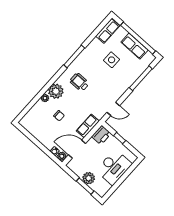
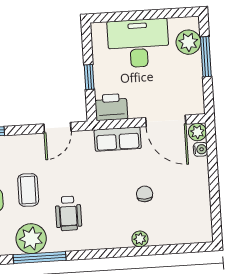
coffee table: (102, 76) -> (28, 190), added
plant: (56, 91) -> (31, 239), moved
door: (113, 109) -> (57, 128), swing flipped
plant: (89, 178) -> (188, 42), moved

